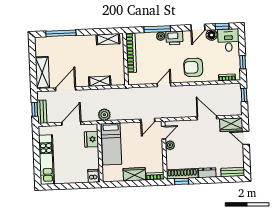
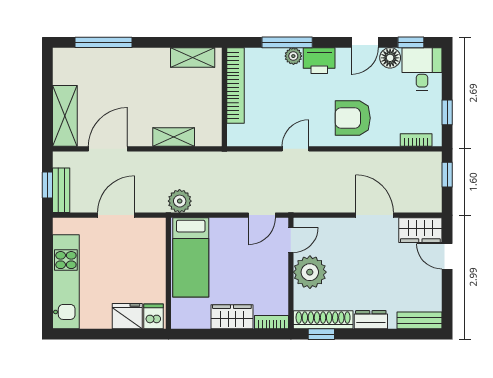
fridge: (91, 139) -> (127, 316), moved, turned 90
plant: (170, 145) -> (310, 272), width x1.87, depth x1.87

